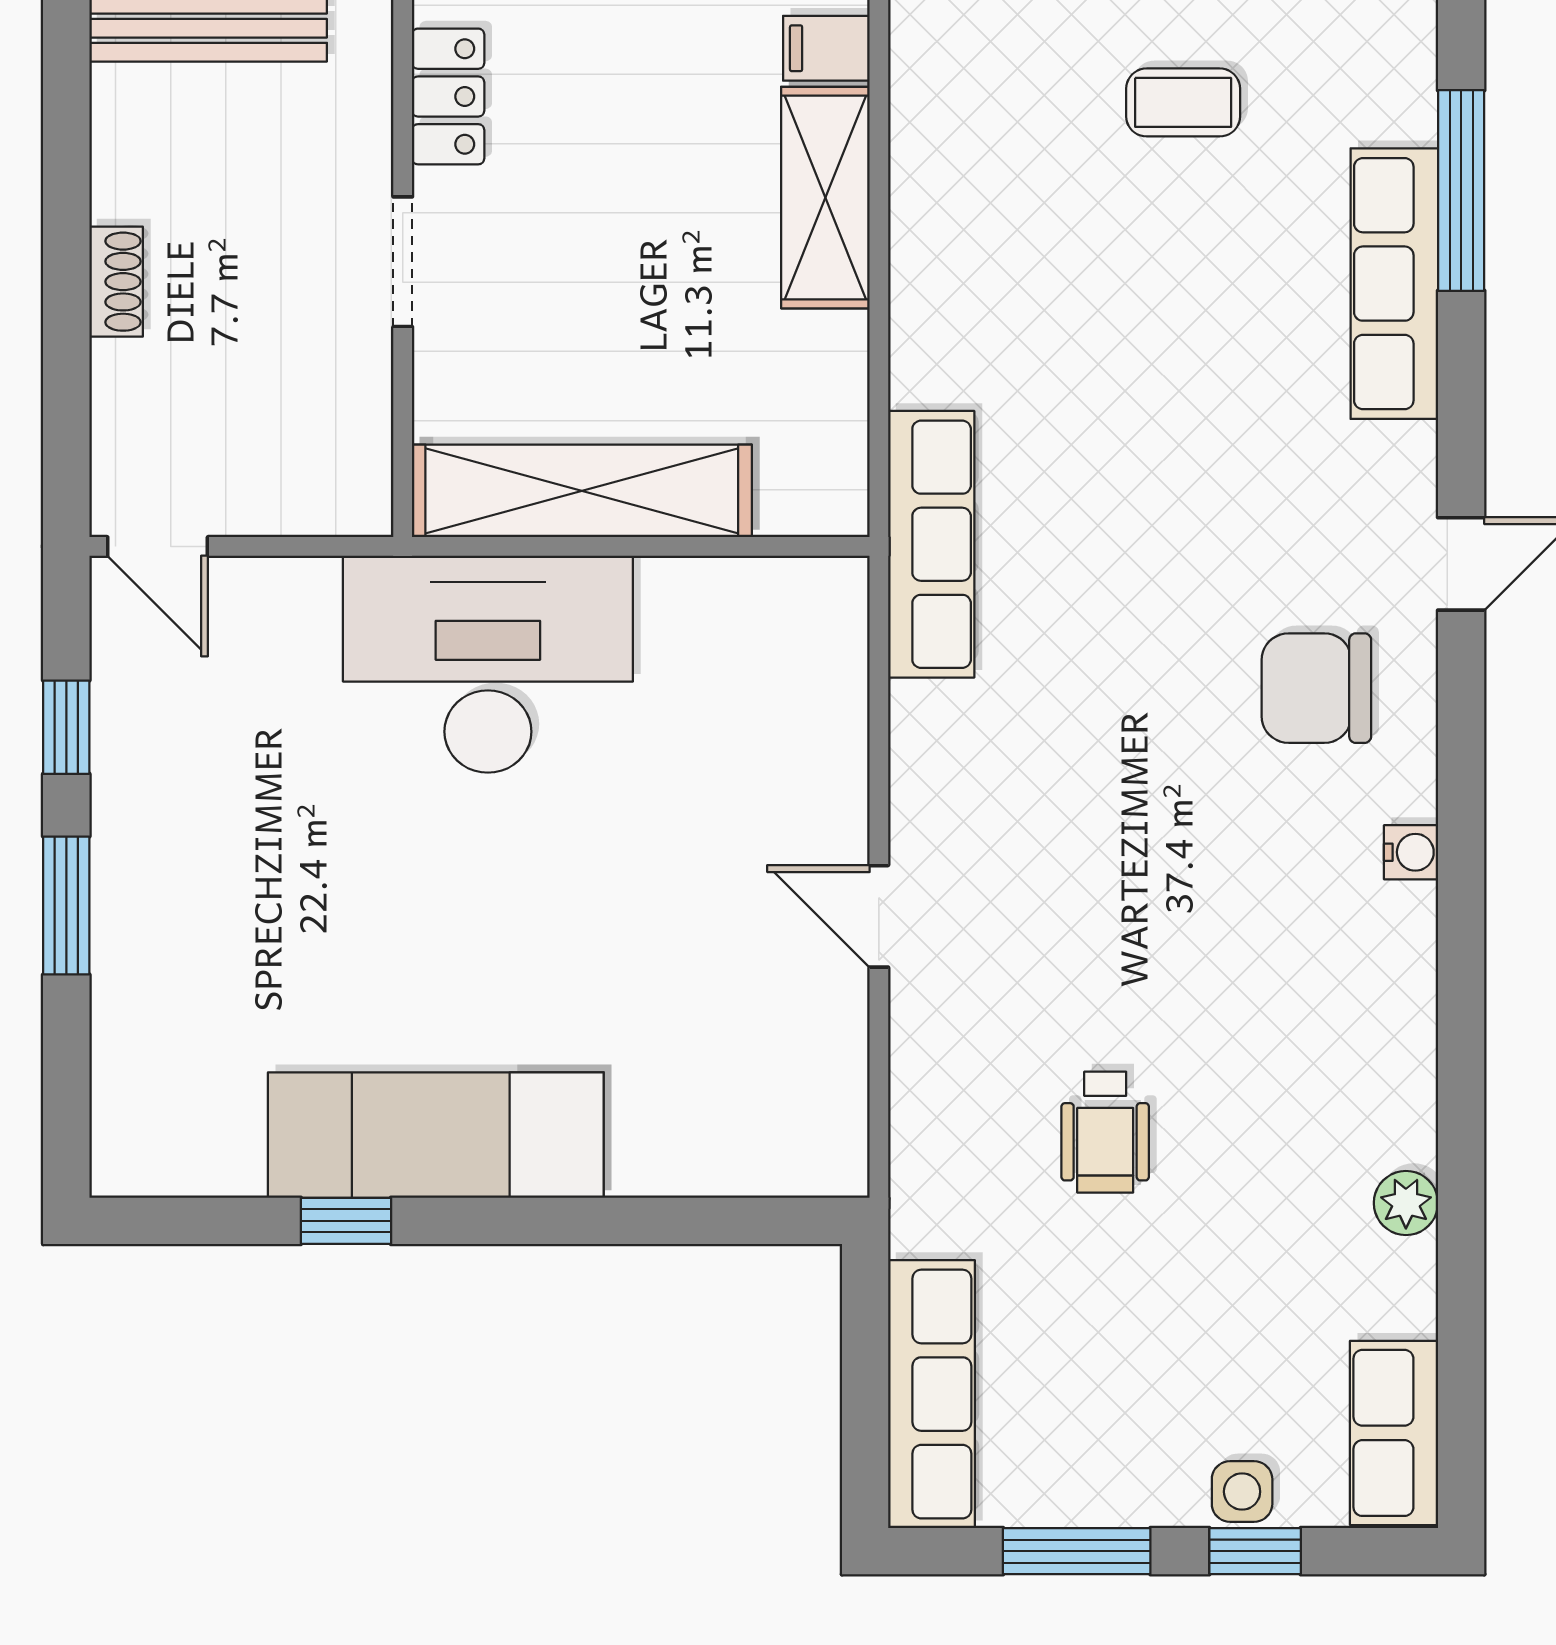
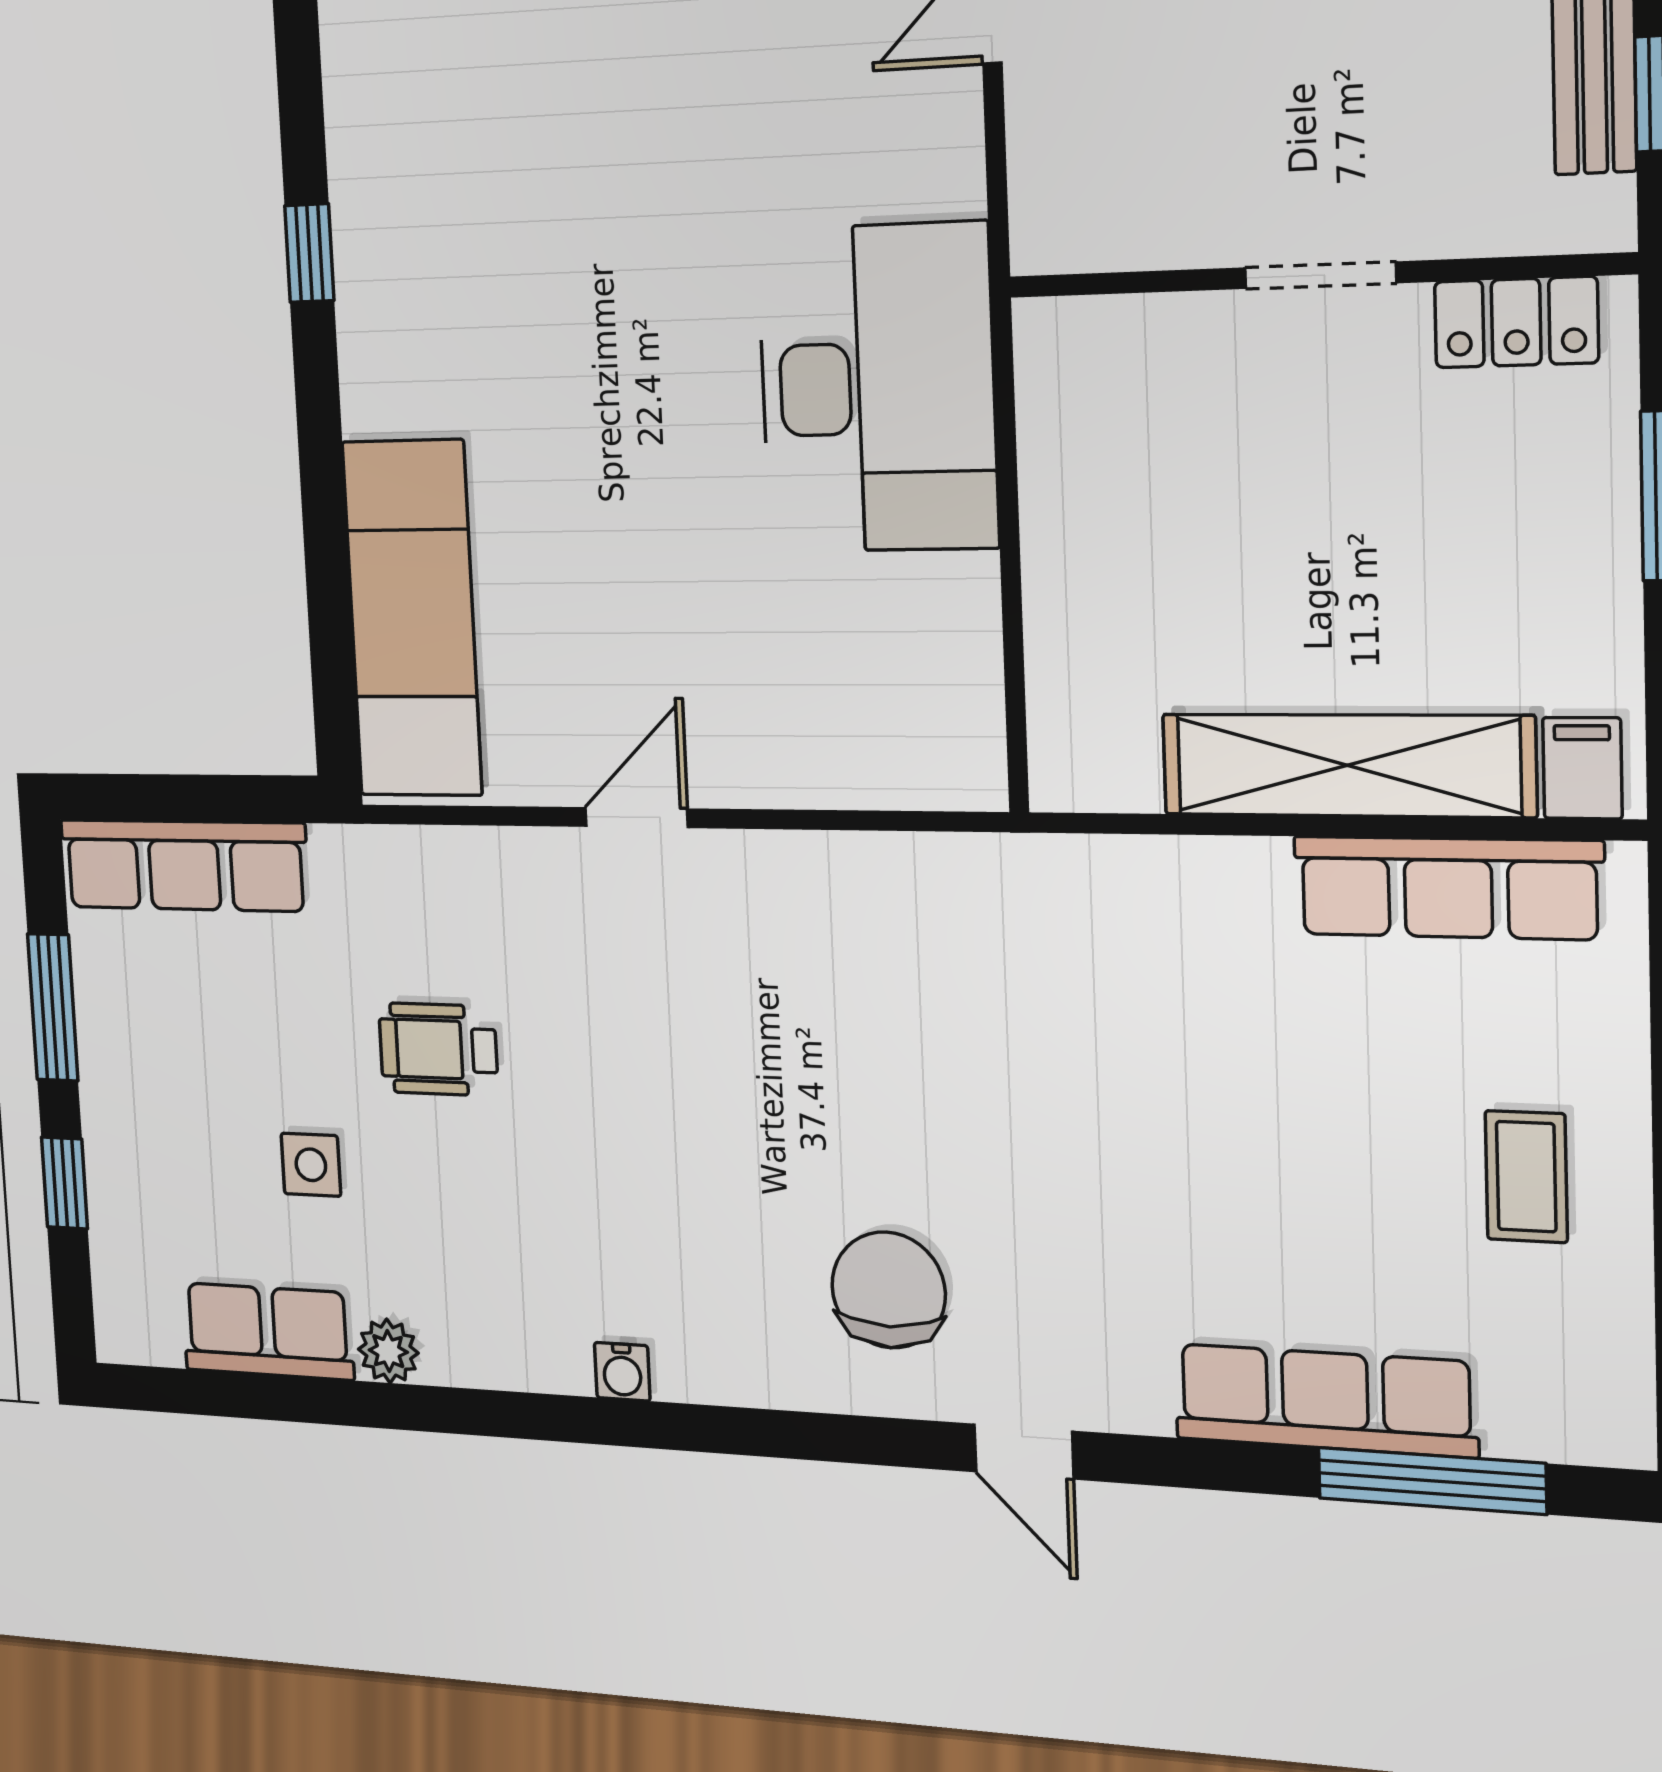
shelving: (825, 198) -> (1347, 765), width x1.47
shelving: (582, 491) -> (1068, 490), removed
row of seats: (931, 544) -> (1448, 888), moved
water cooler: (1411, 852) -> (622, 1372), moved
exam couch: (436, 1135) -> (412, 619), moved
row of seats: (1394, 1433) -> (268, 1331), moved
side table: (1242, 1492) -> (311, 1165), moved

